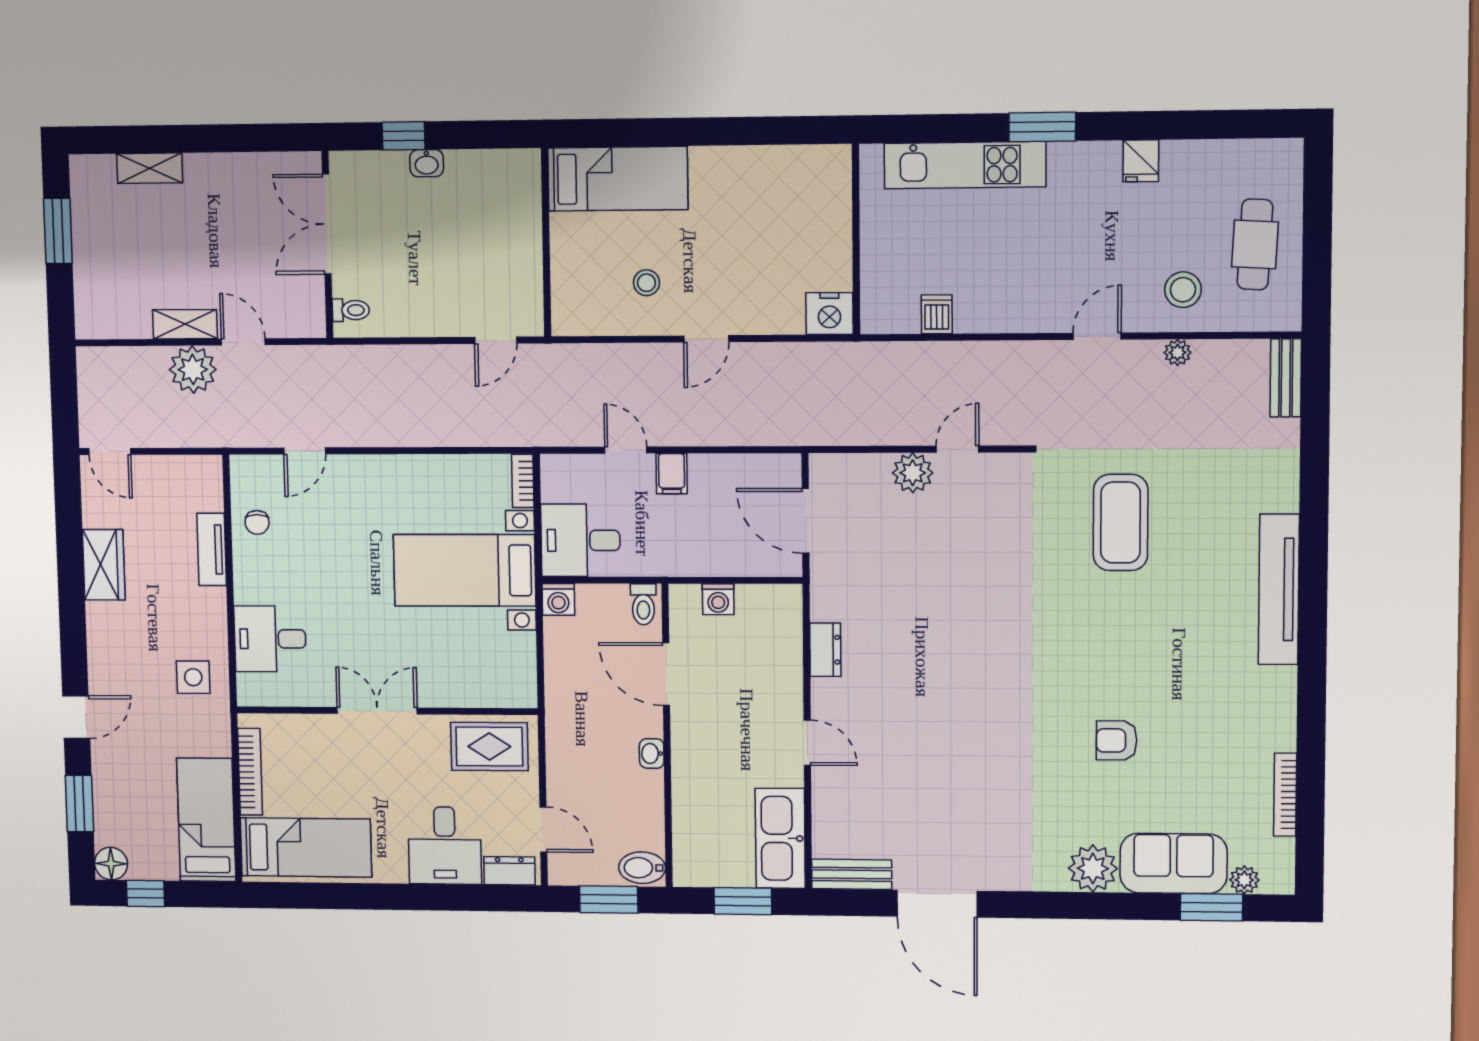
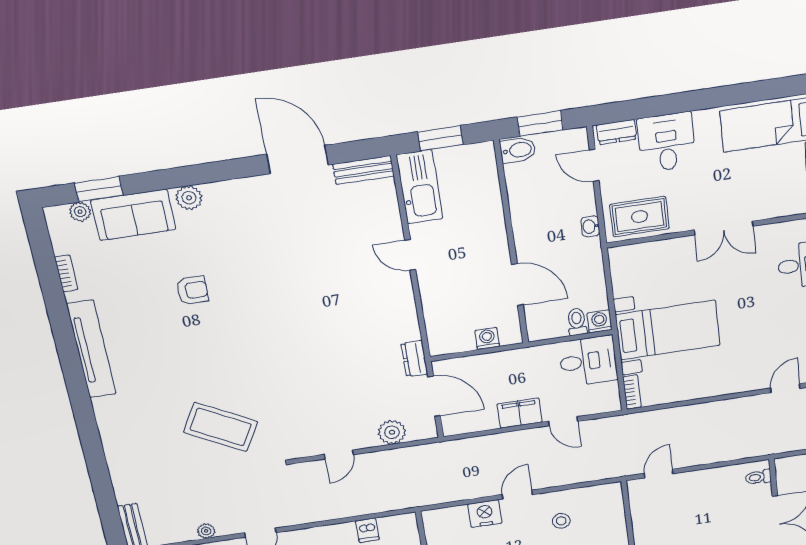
nightstand: (829, 314) -> (485, 514), moved
plant: (913, 473) -> (392, 432), moved
filing cabinet: (672, 474) -> (520, 413), width x2.00
coffee table: (1121, 523) -> (221, 427), turned -61
tv unit: (1279, 589) -> (91, 349), moved
toilet: (643, 604) -> (577, 322), moved
dresser: (825, 650) -> (414, 359), moved
washbasin: (652, 753) -> (590, 226), moved, turned 180
bookcase: (1285, 795) -> (66, 273), width x0.64
plant: (1093, 868) -> (189, 198), width x0.73, depth x0.73

